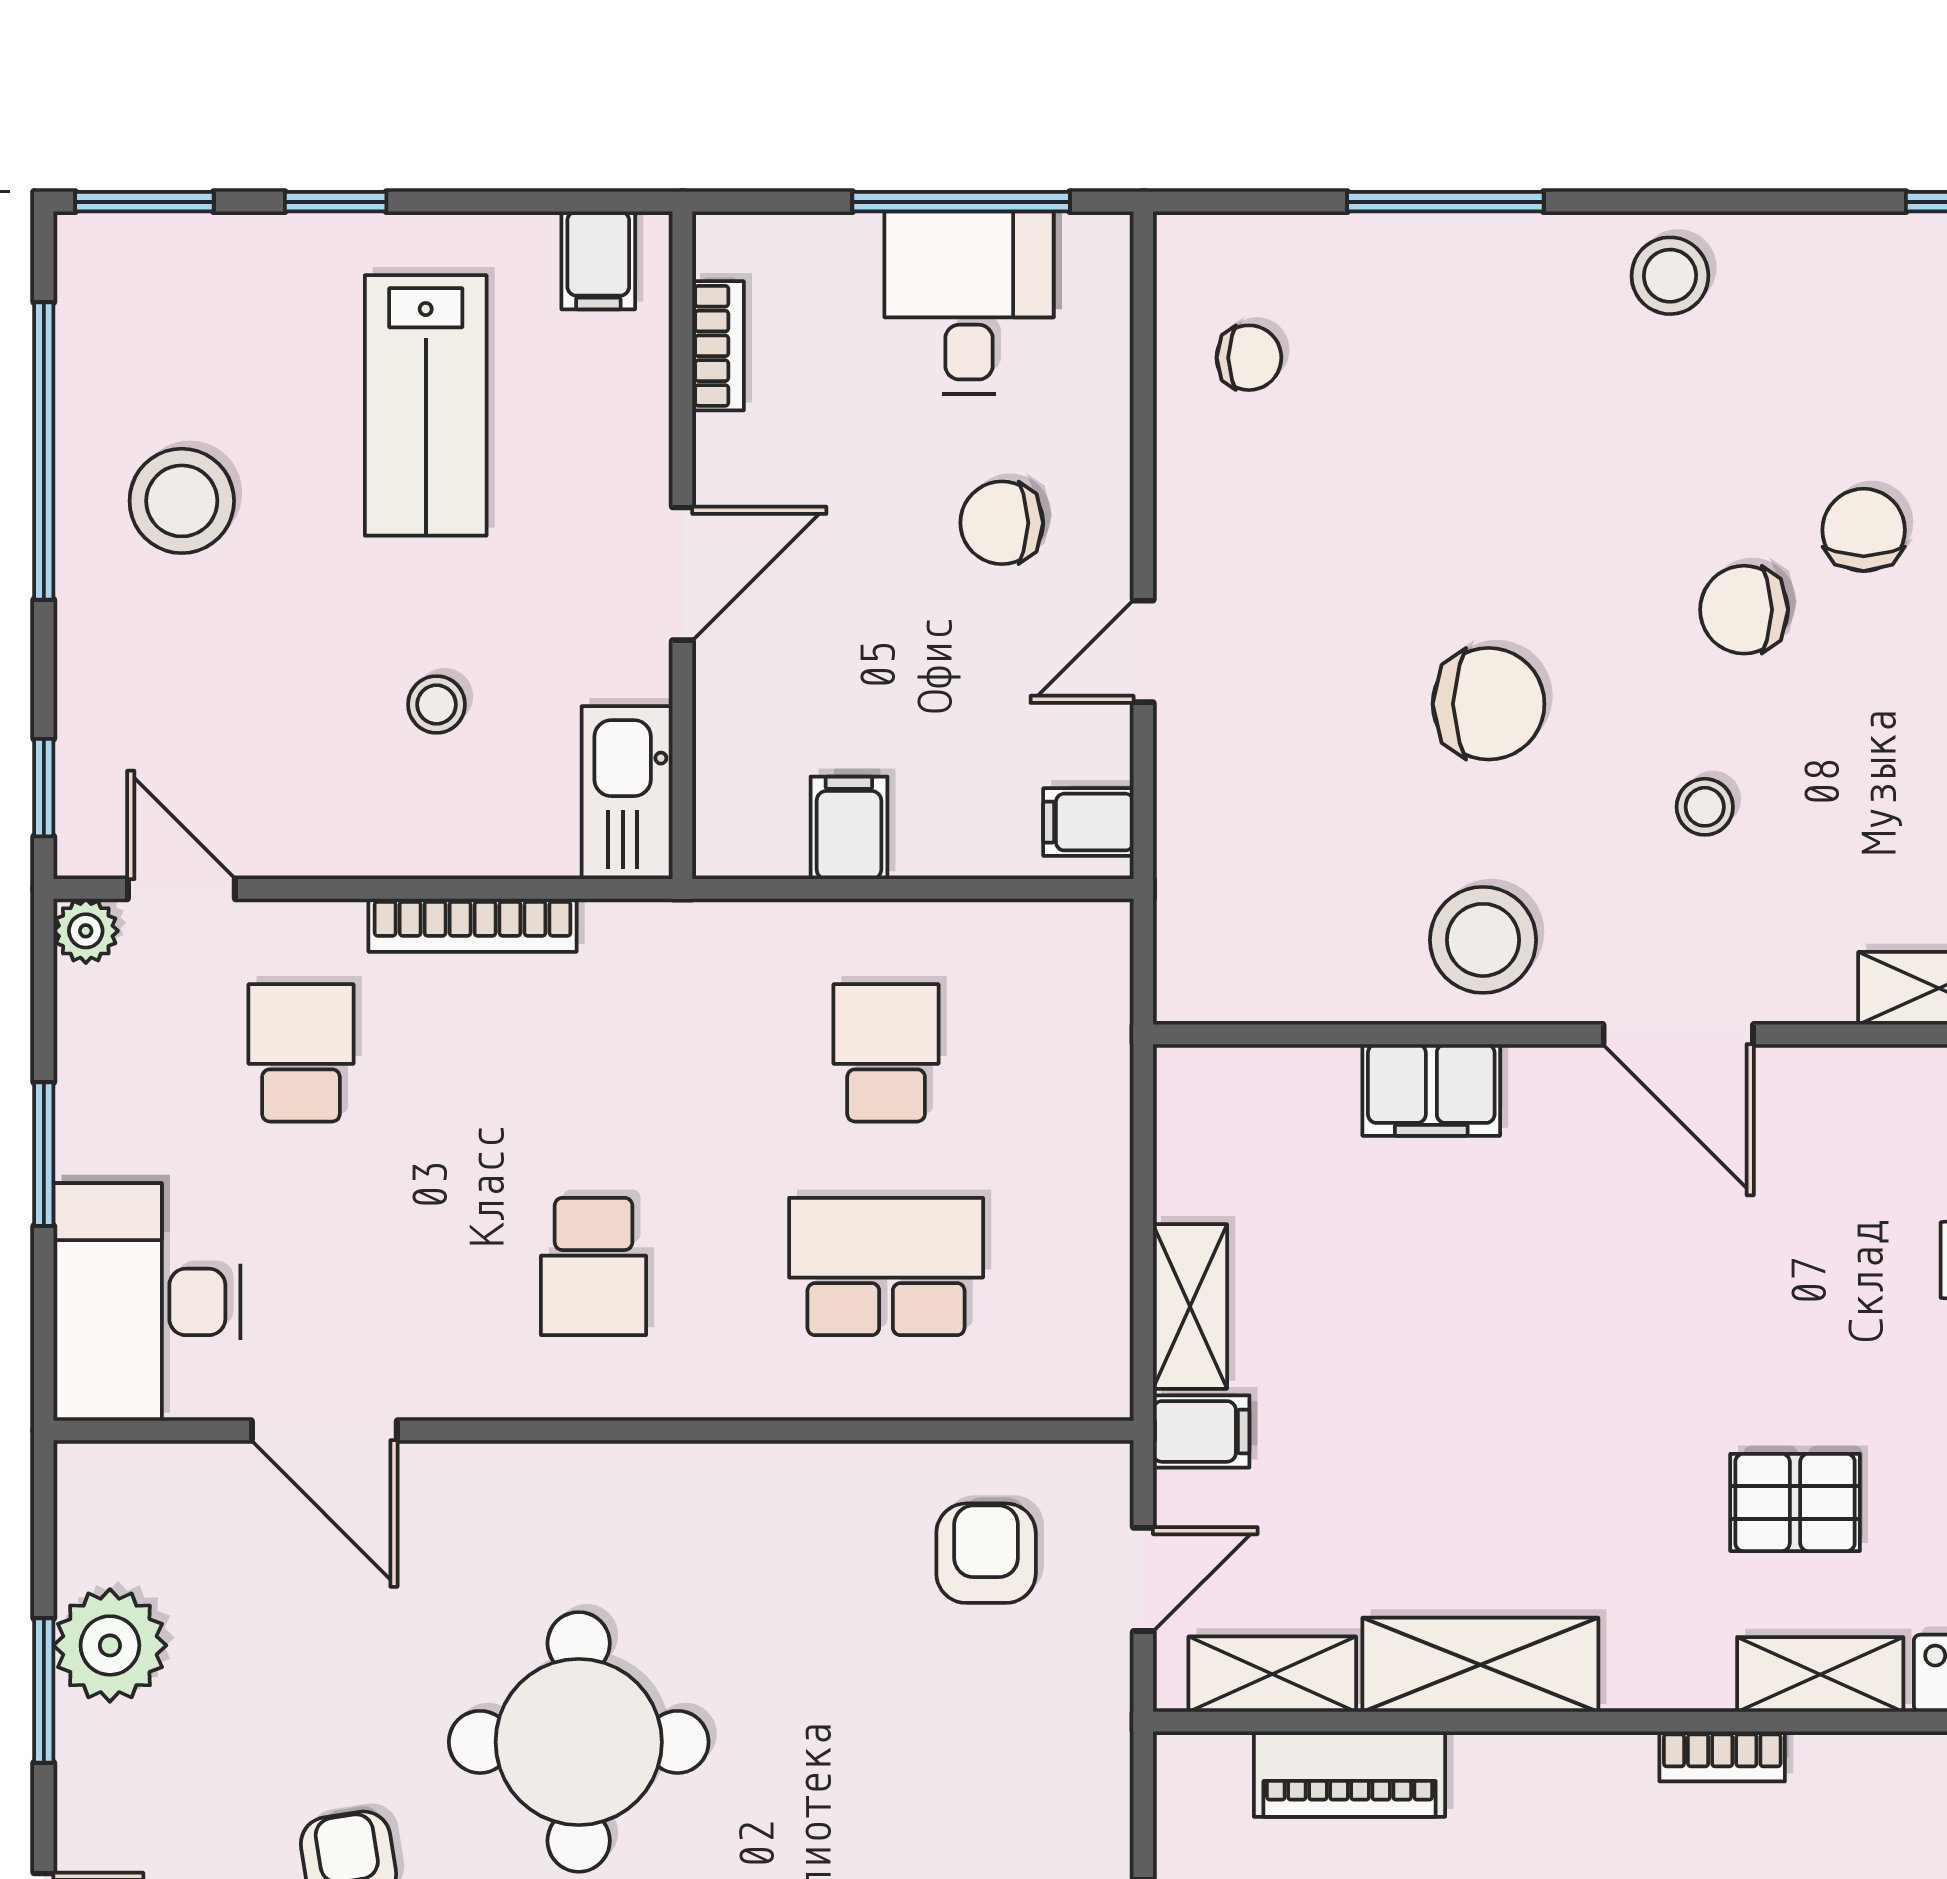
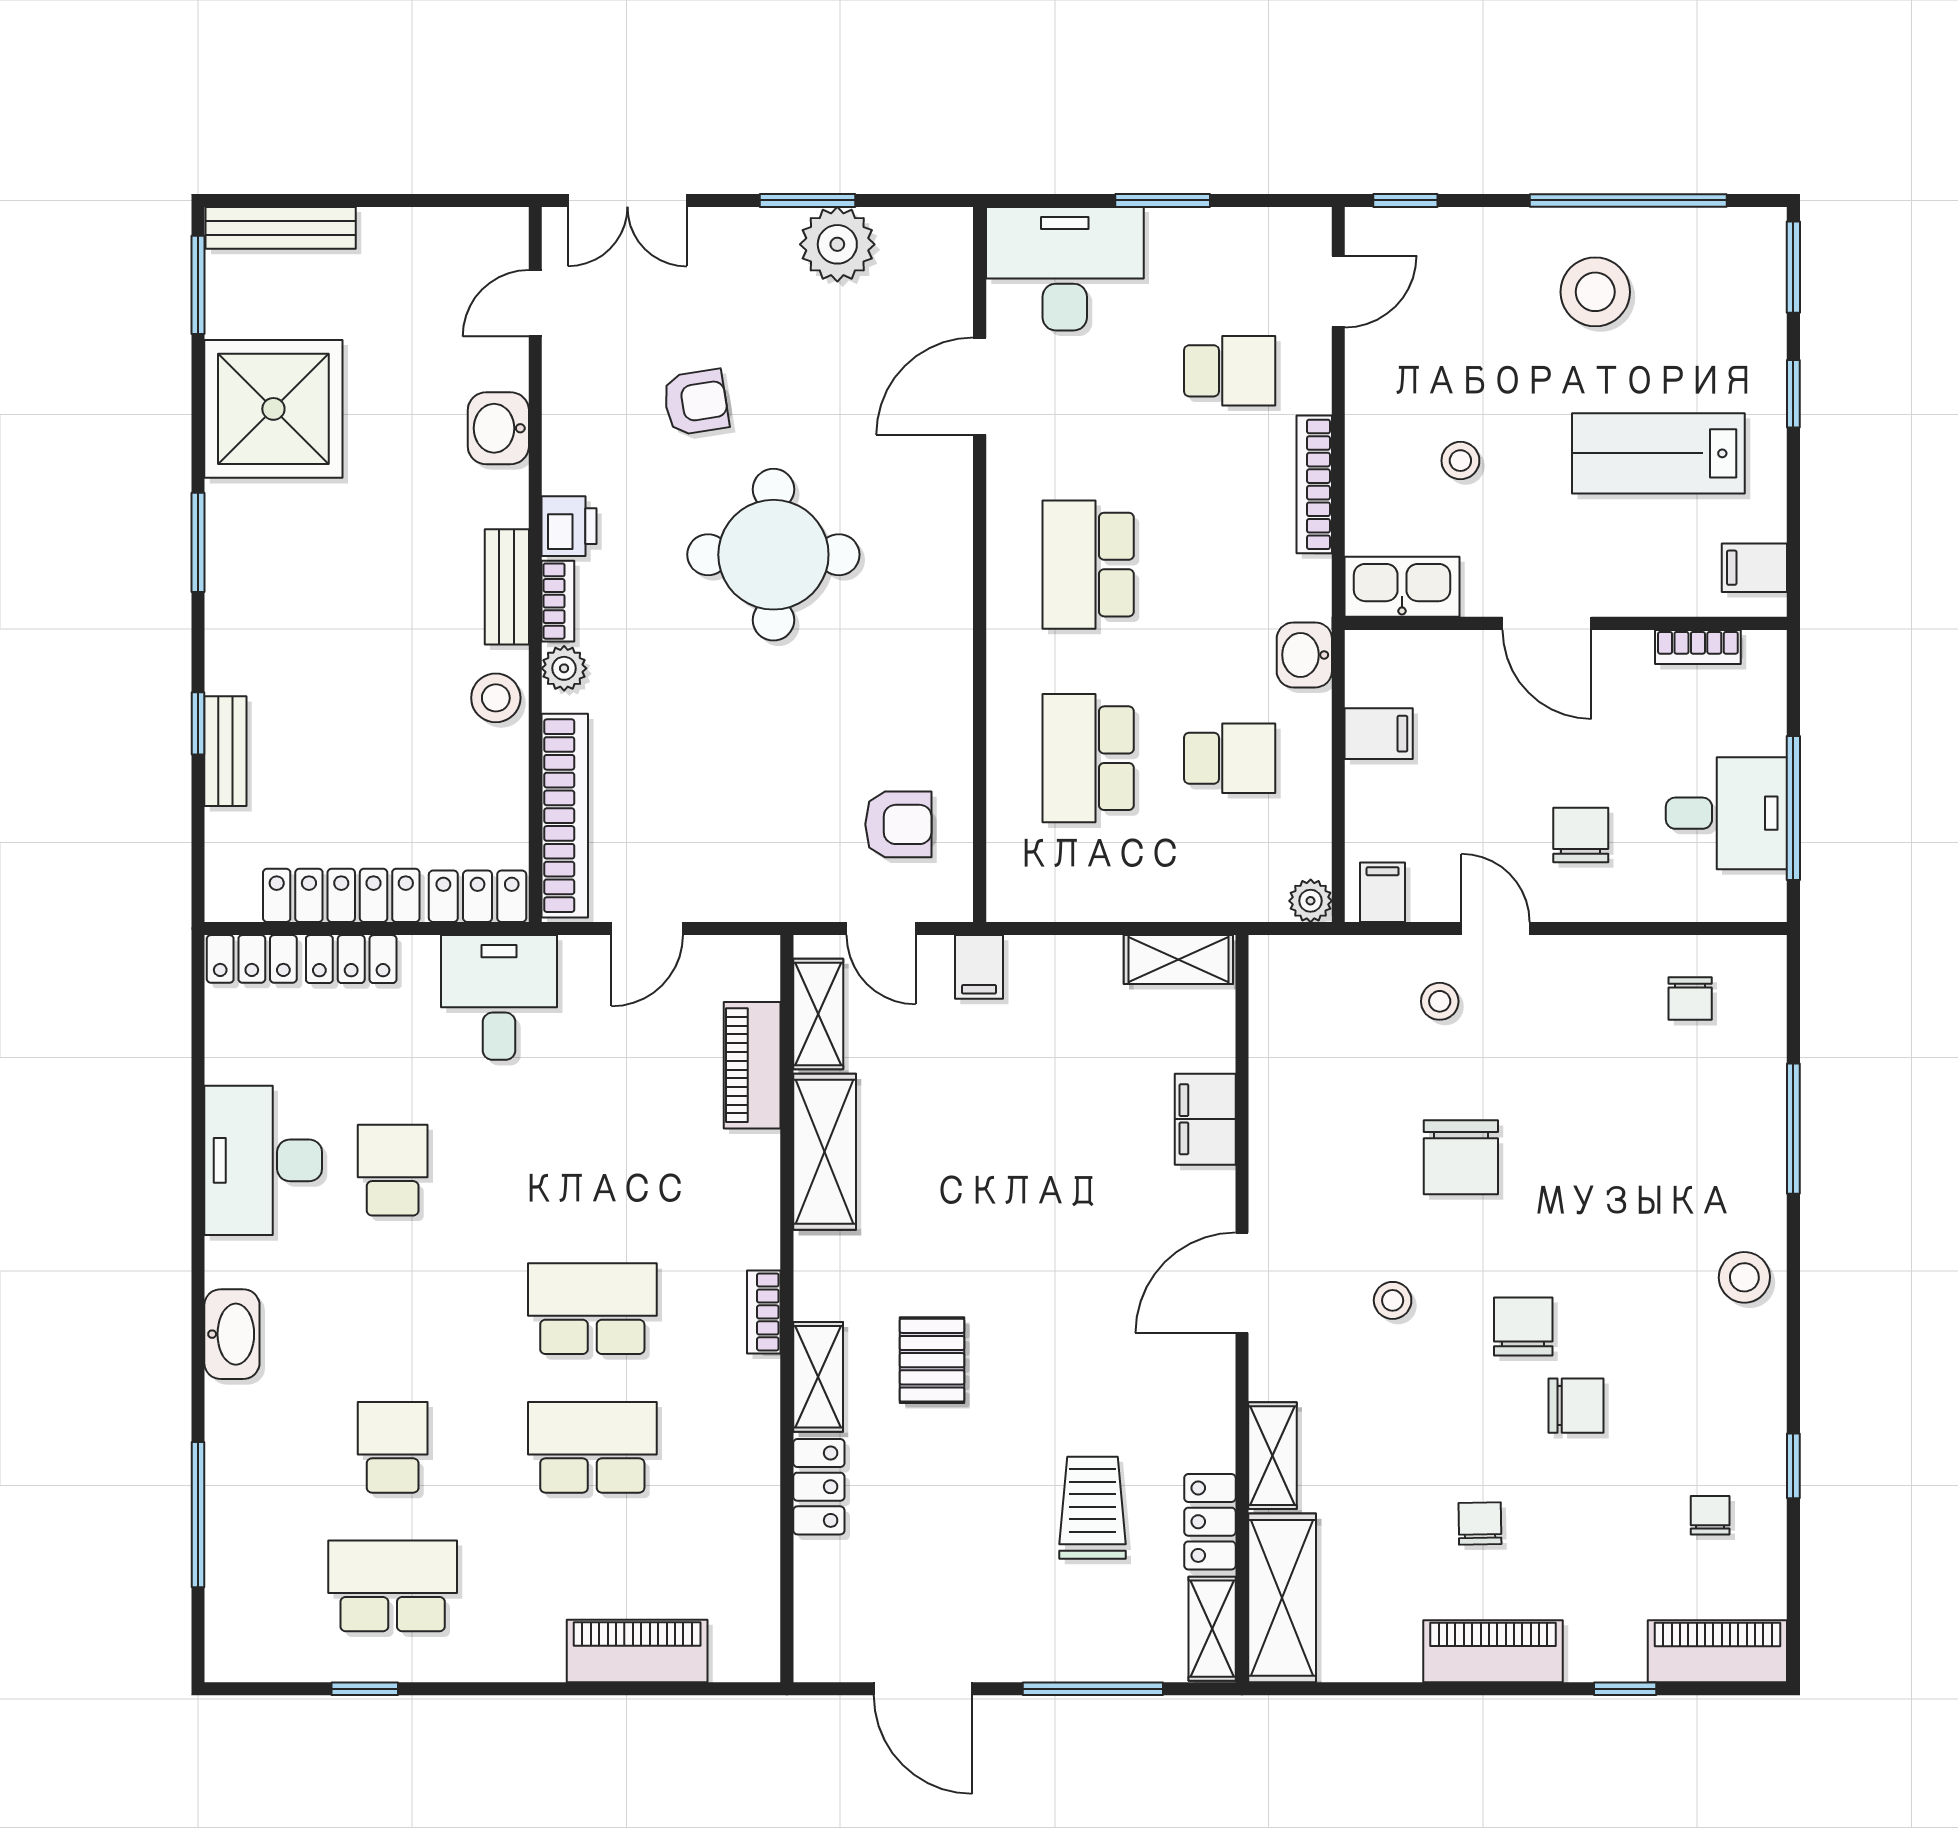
plant: (86, 931) -> (1311, 901), moved
washbasin: (730, 940) -> (1304, 655), added
stool: (1483, 940) -> (1440, 1001), moved, width x0.53, depth x0.53
school desk: (594, 1267) -> (1088, 565), width x1.85
school desk: (886, 1267) -> (1088, 758), turned 180
shelving: (1190, 1306) -> (1178, 960), moved

